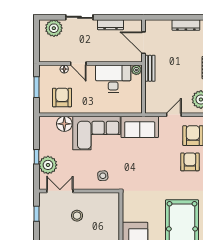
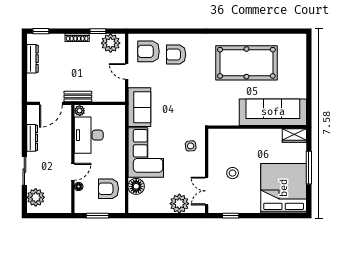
window: (37, 157) -> (171, 216), removed

